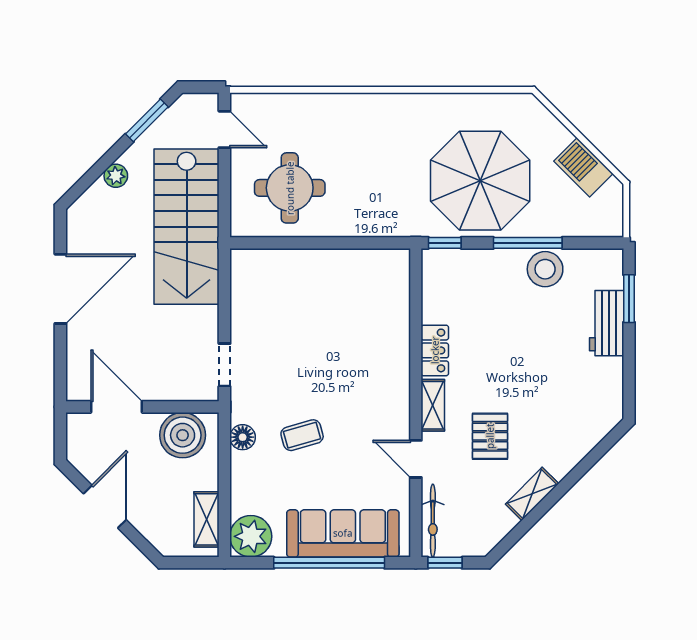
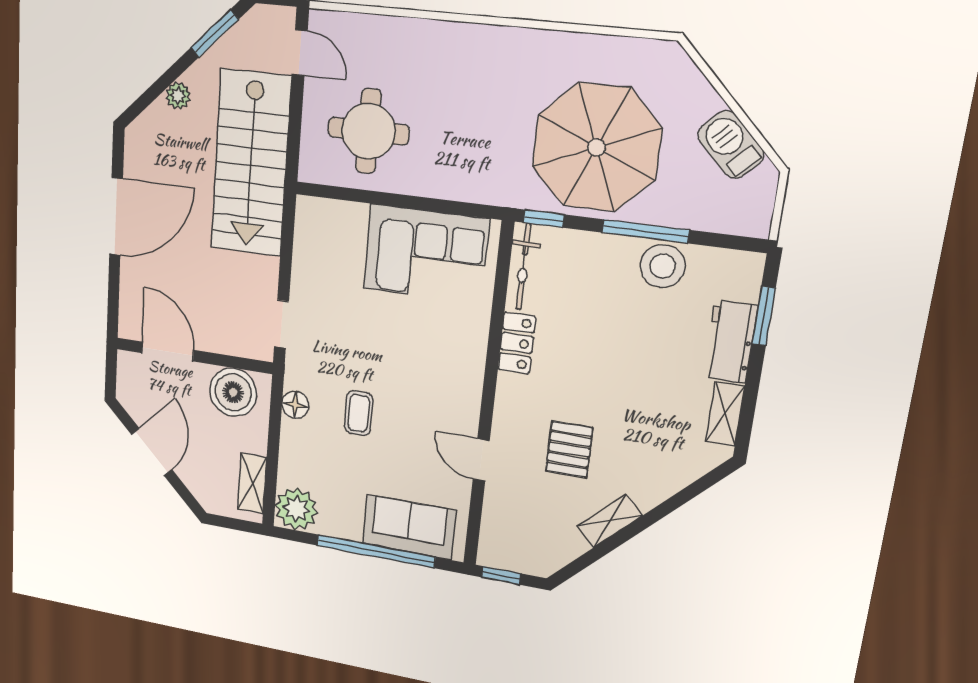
corner sofa: (349, 285) -> (426, 254), added
shelving: (433, 405) -> (725, 414), moved
coffee table: (302, 435) -> (359, 413), turned -74
bicycle: (433, 521) -> (523, 267), moved
sofa: (343, 533) -> (409, 527), width x0.73

